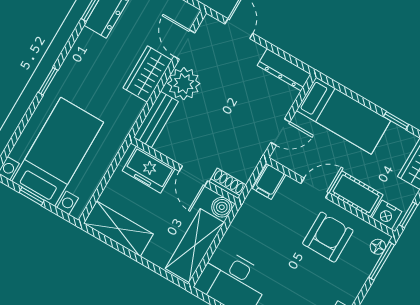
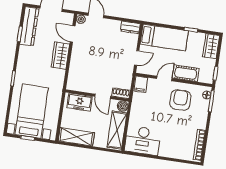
dresser: (284, 70) -> (130, 27), width x0.70
plant: (184, 84) -> (81, 19), moved, width x0.53, depth x0.53
bench: (156, 119) -> (73, 76), removed
nightstand: (387, 215) -> (205, 78), removed

